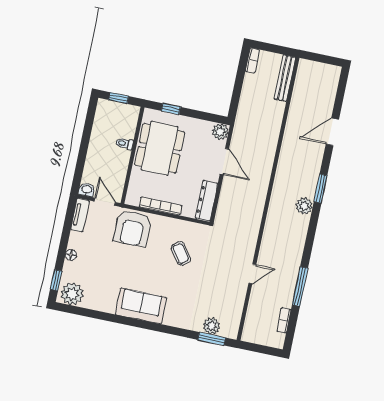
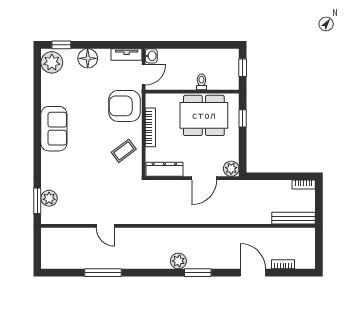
coffee table: (181, 253) -> (124, 151), moved
floor lamp: (71, 255) -> (88, 58), width x1.89, depth x1.89
bookcase: (284, 320) -> (283, 264), moved

